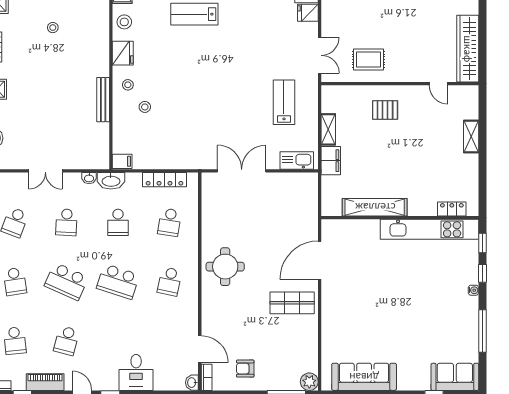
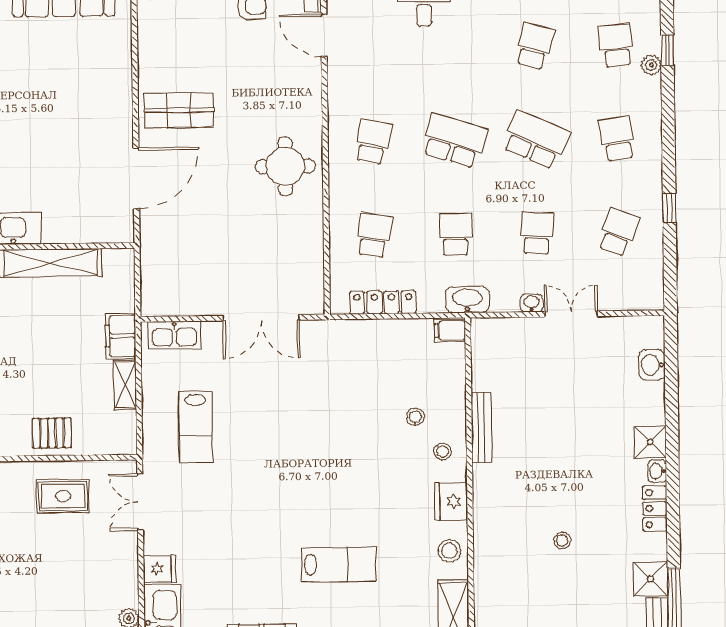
pallet: (385, 110) -> (52, 433), moved
washbasin: (89, 178) -> (532, 303), moved

